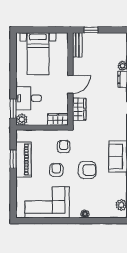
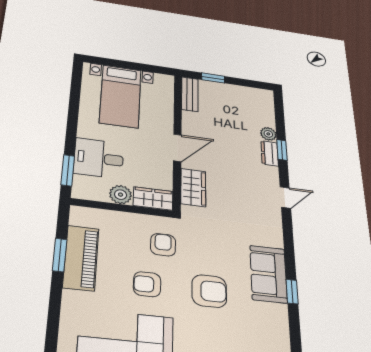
plant: (22, 120) -> (121, 195), moved
armchair: (56, 170) -> (147, 284), turned -90

